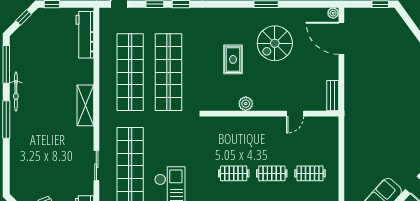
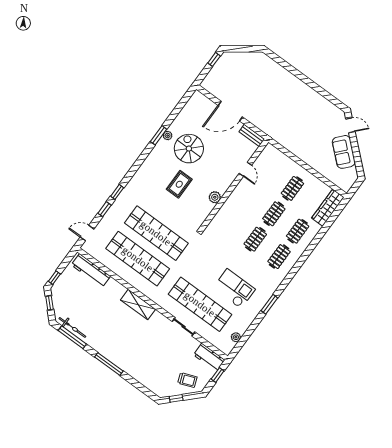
plant: (333, 13) -> (168, 136), moved
door: (341, 38) -> (230, 111), moved
spiral stairs: (275, 43) -> (189, 149), turned 180
rug: (233, 59) -> (179, 184), turned 90
bicycle: (16, 91) -> (72, 327), moved

